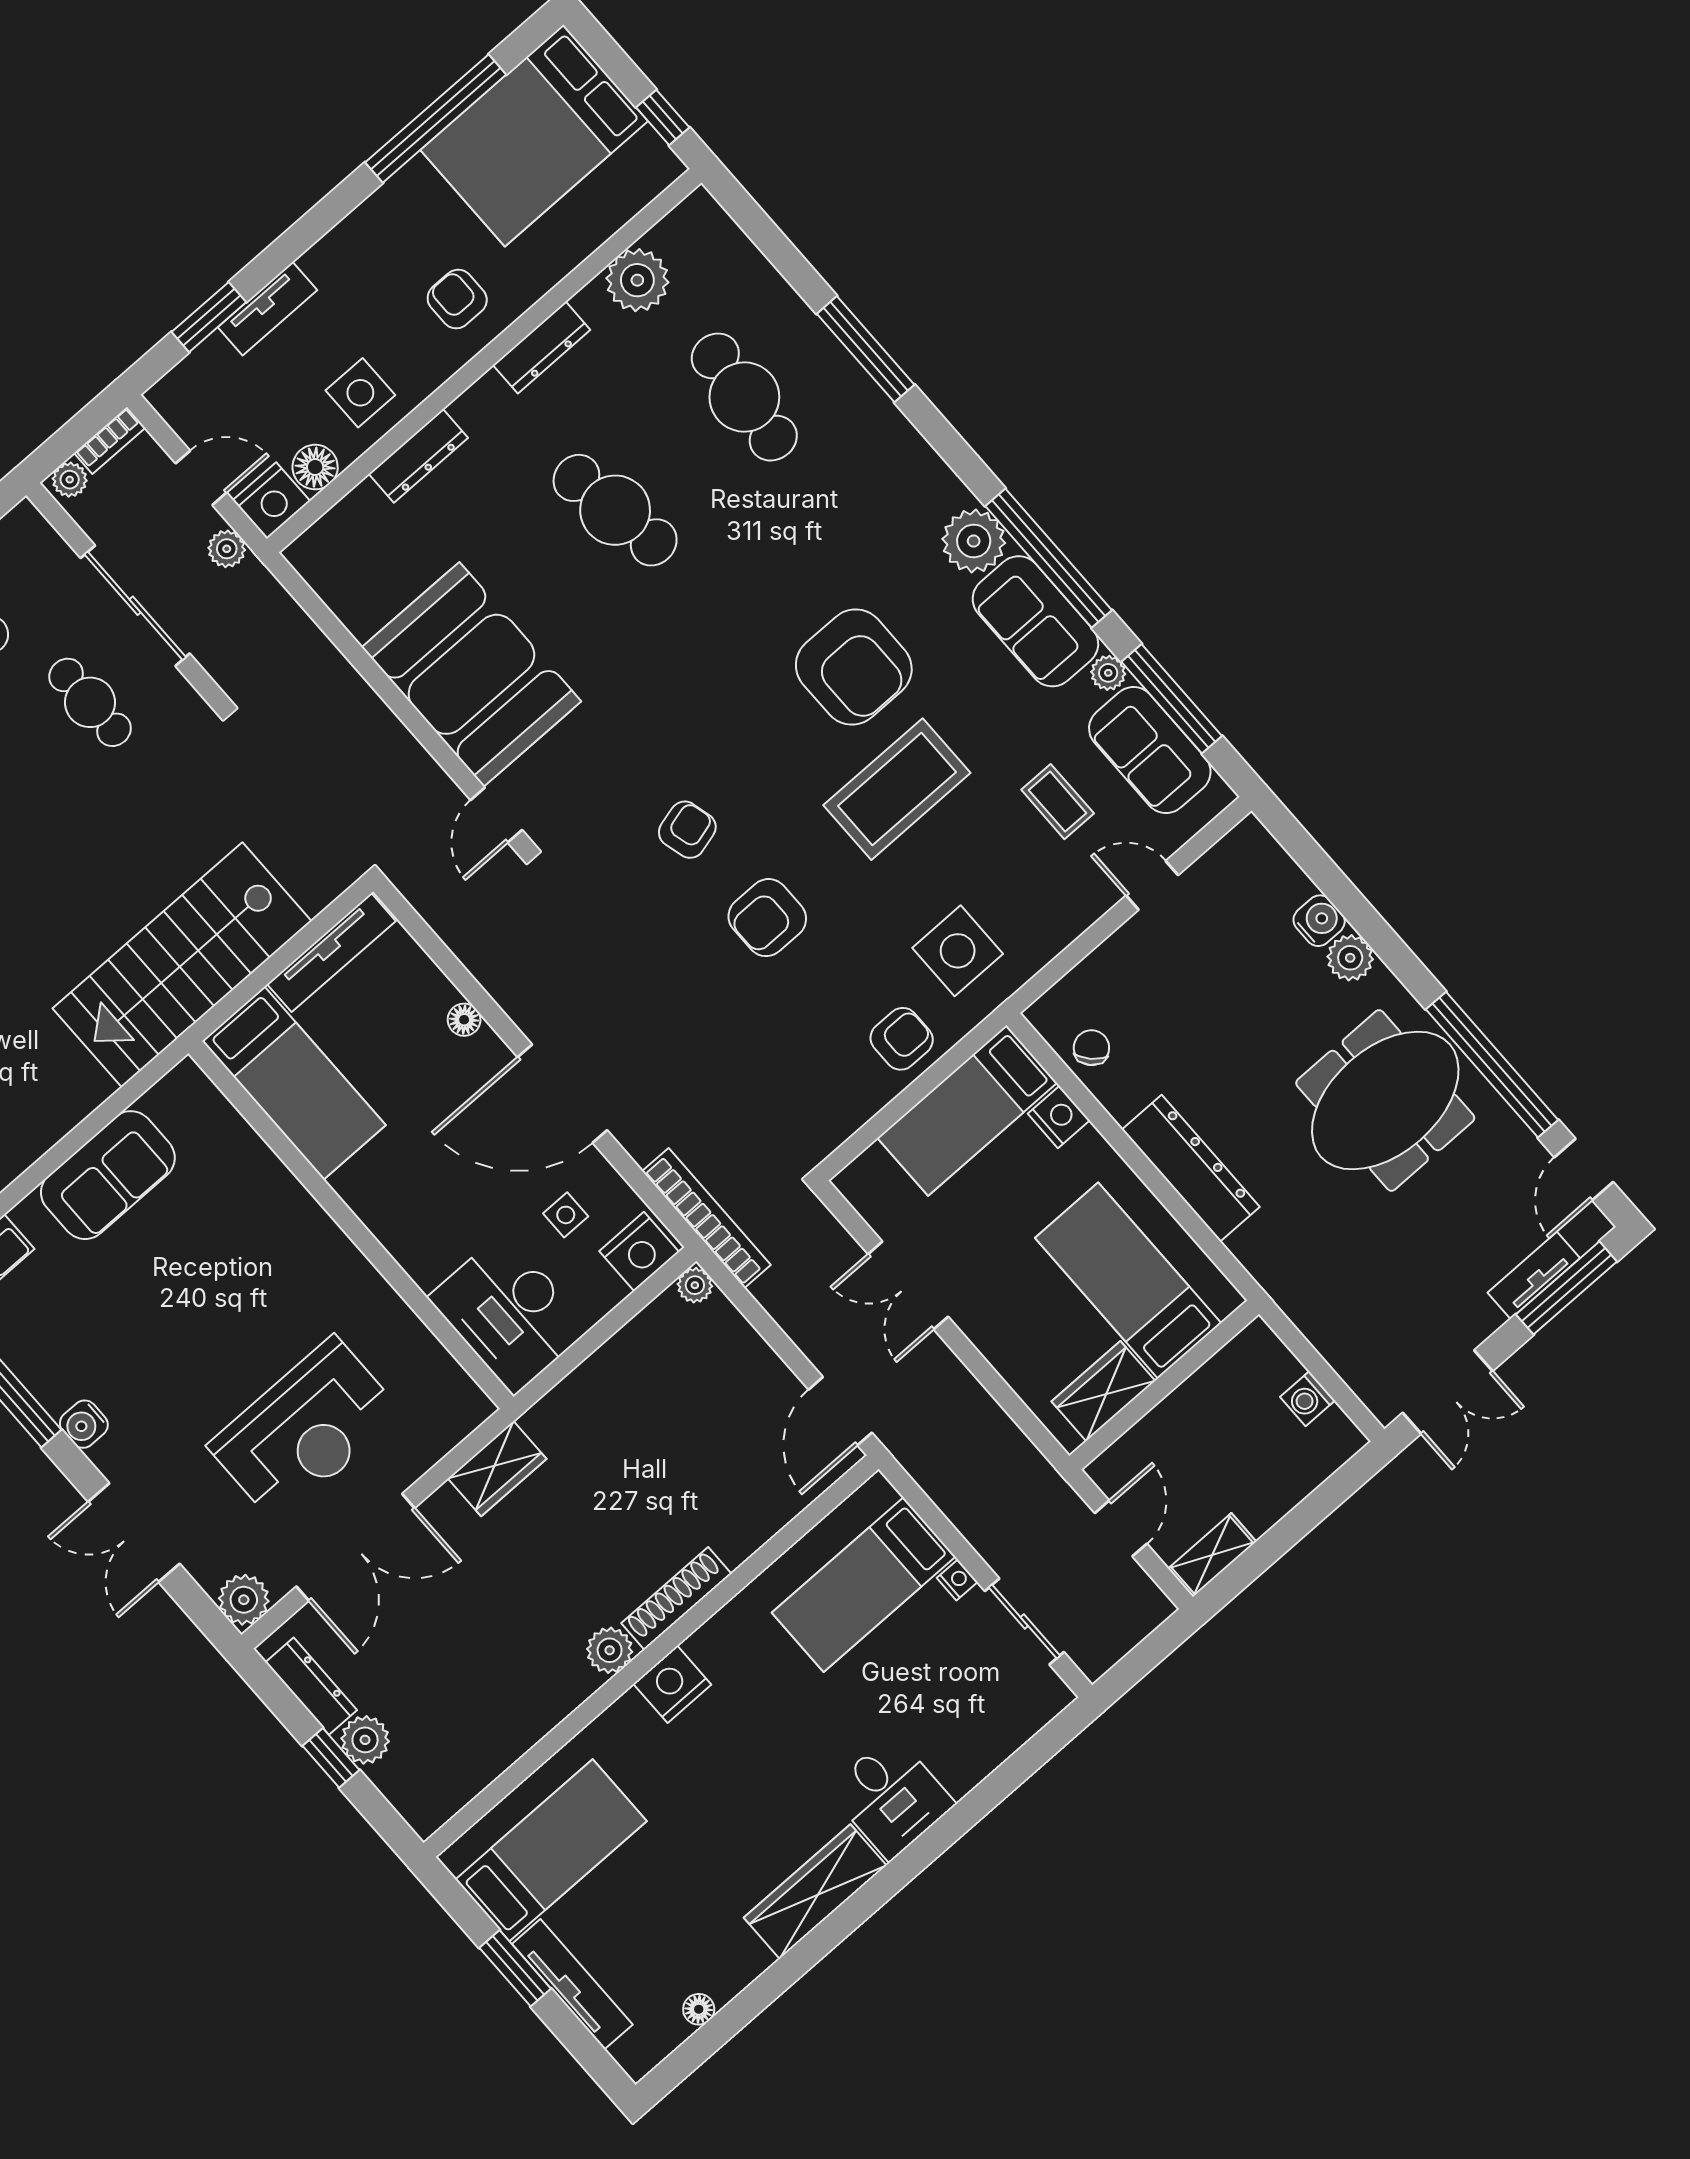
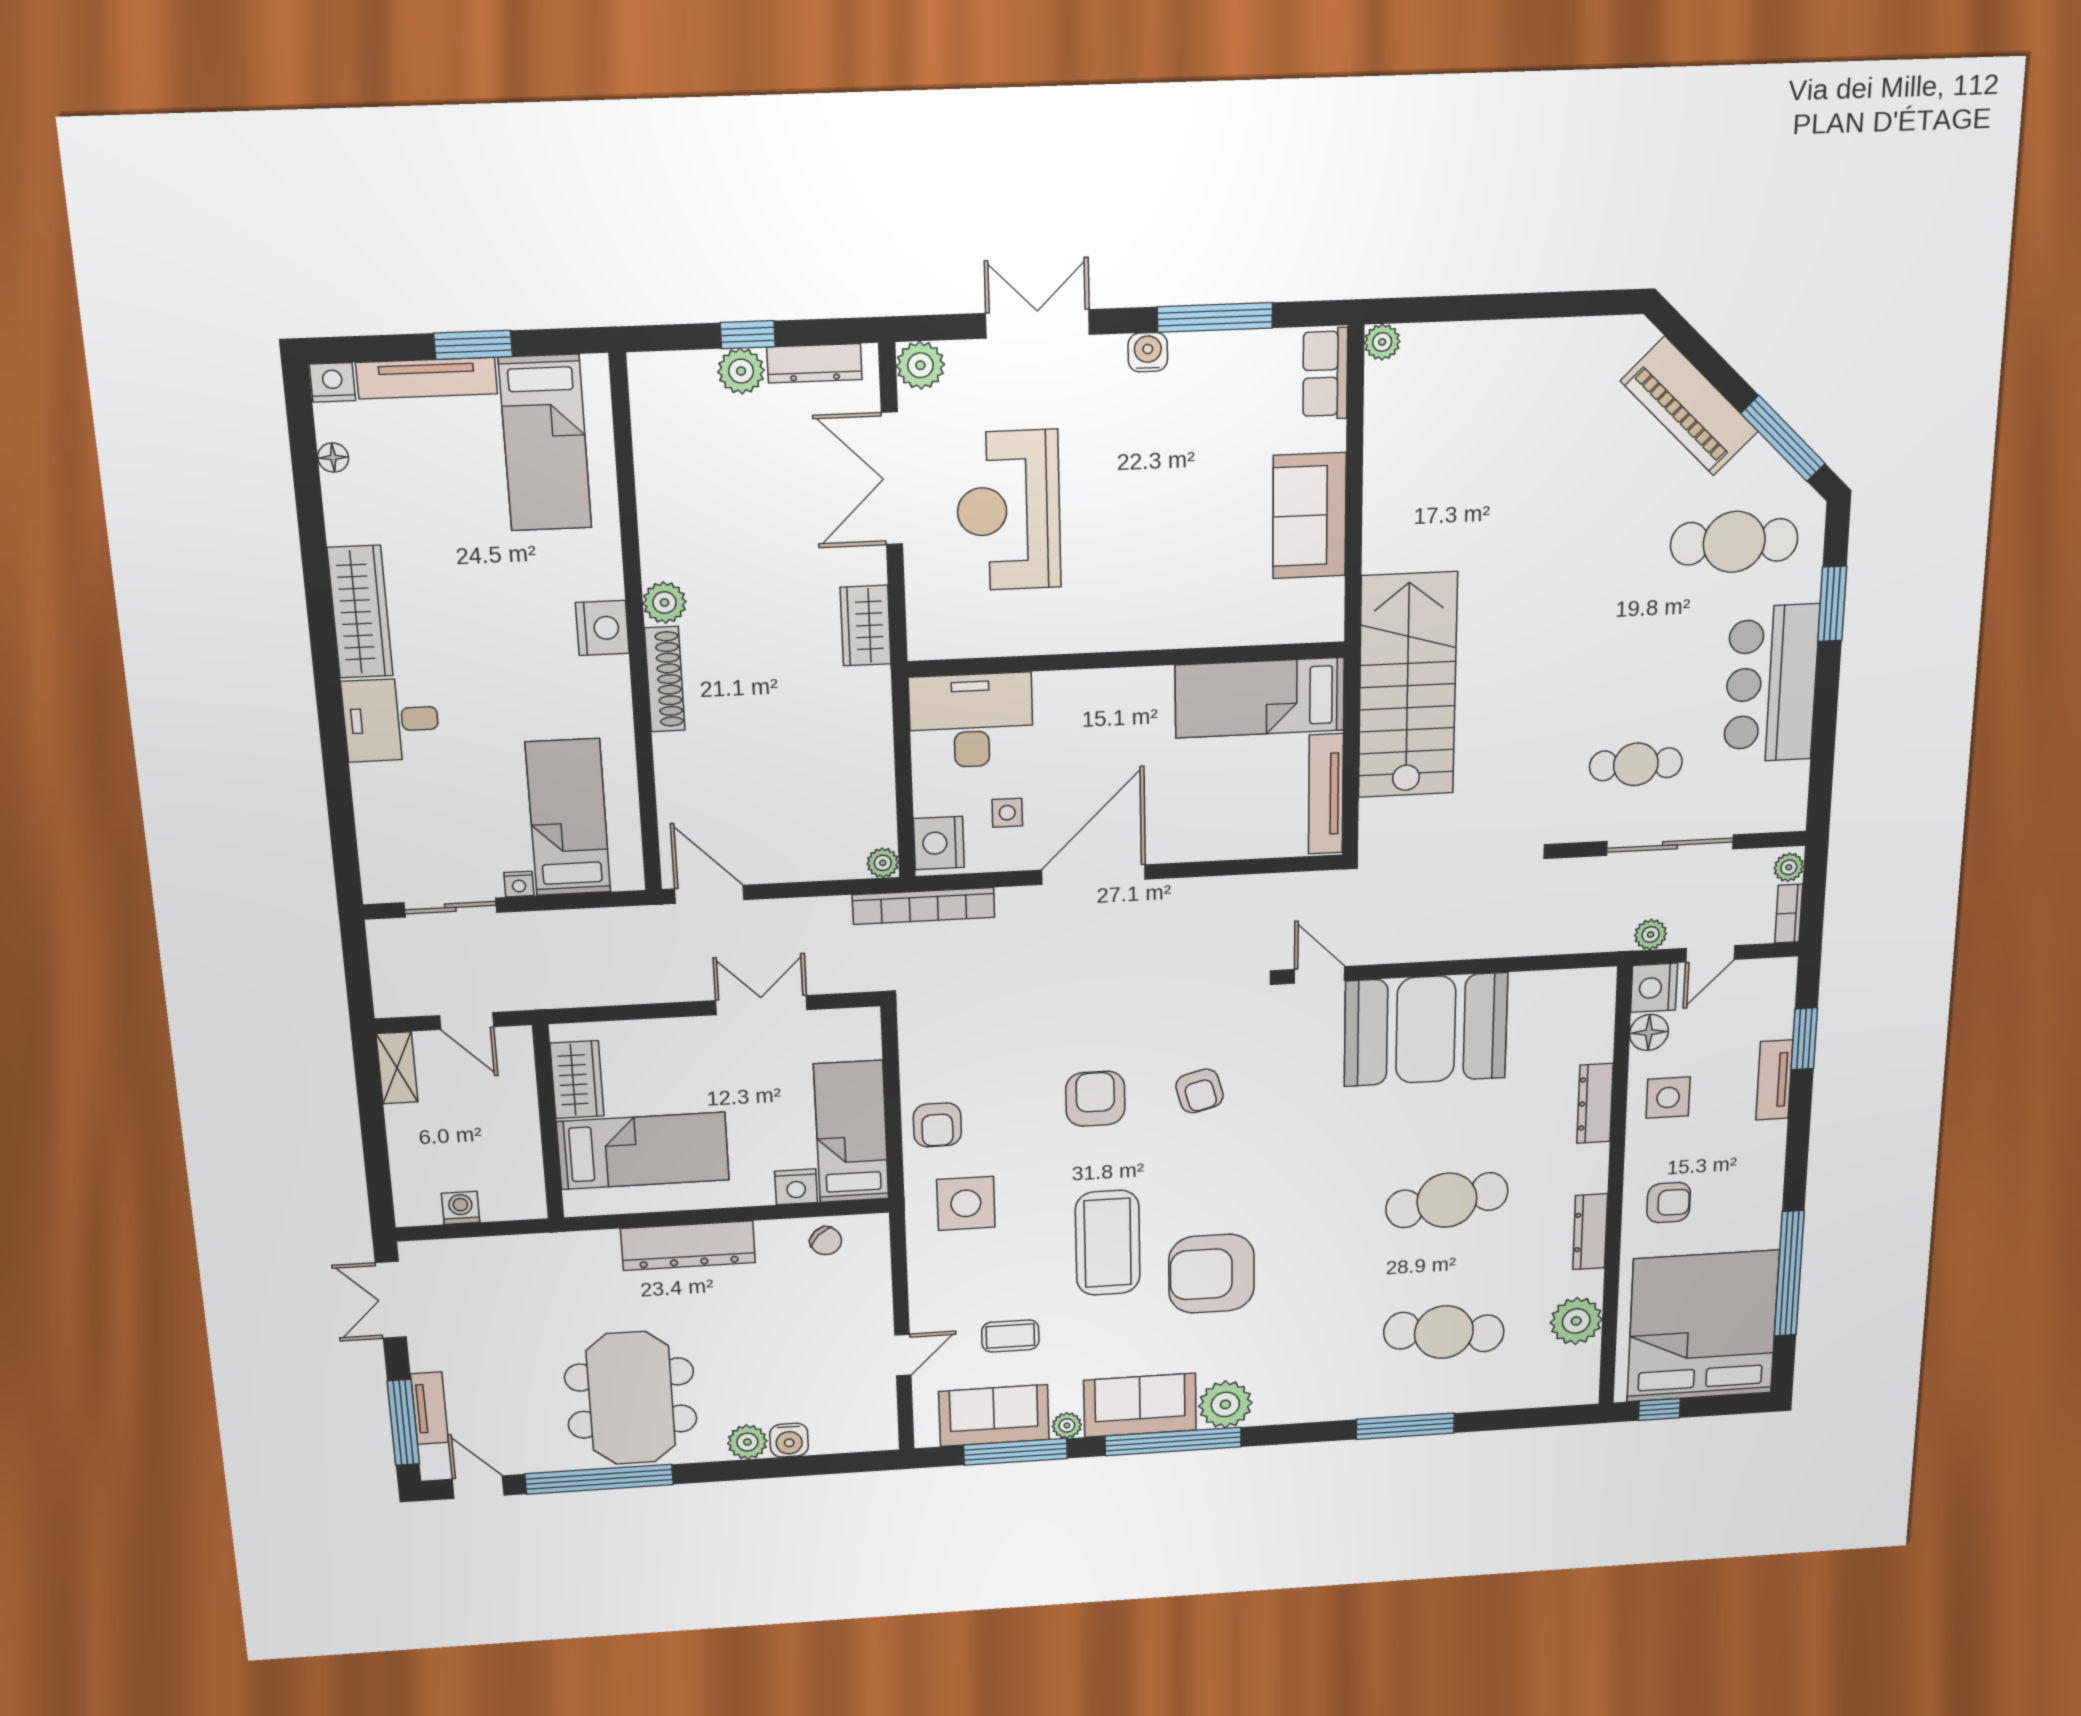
bed: (534, 135) -> (1703, 1326), width x1.36
floor lamp: (464, 1020) -> (1202, 848), removed
nightstand: (636, 2055) -> (332, 382), added

